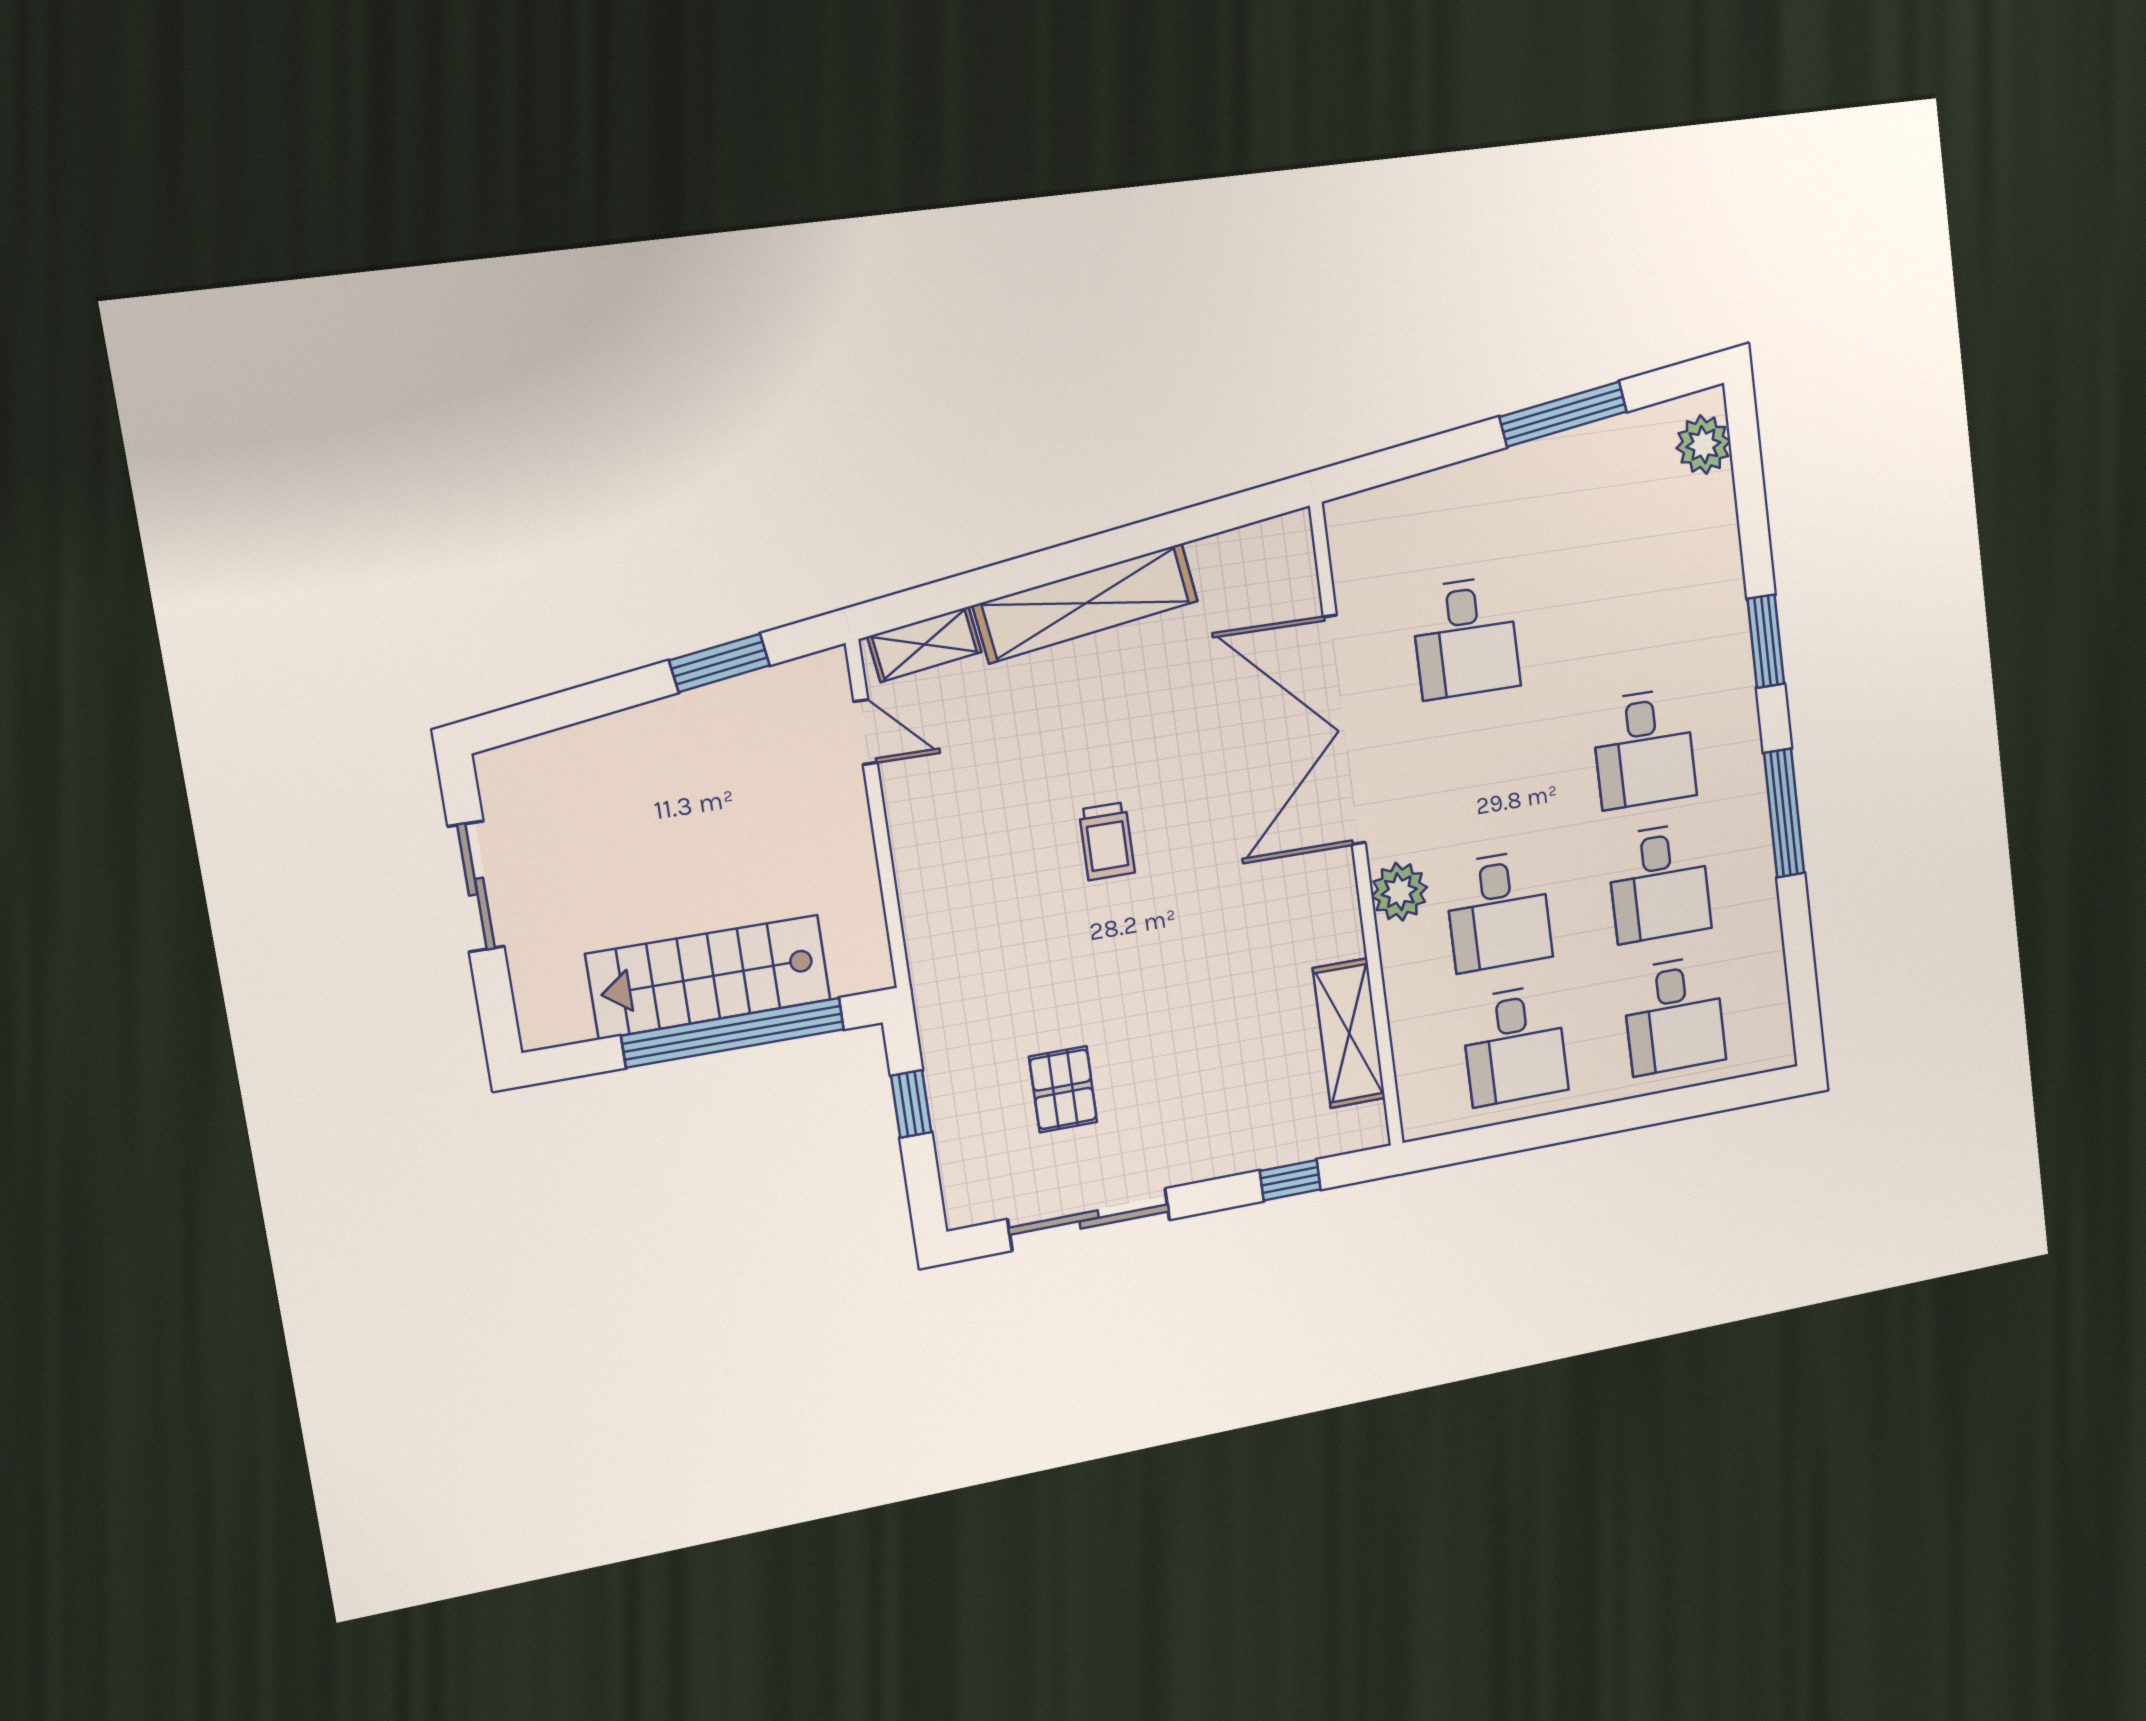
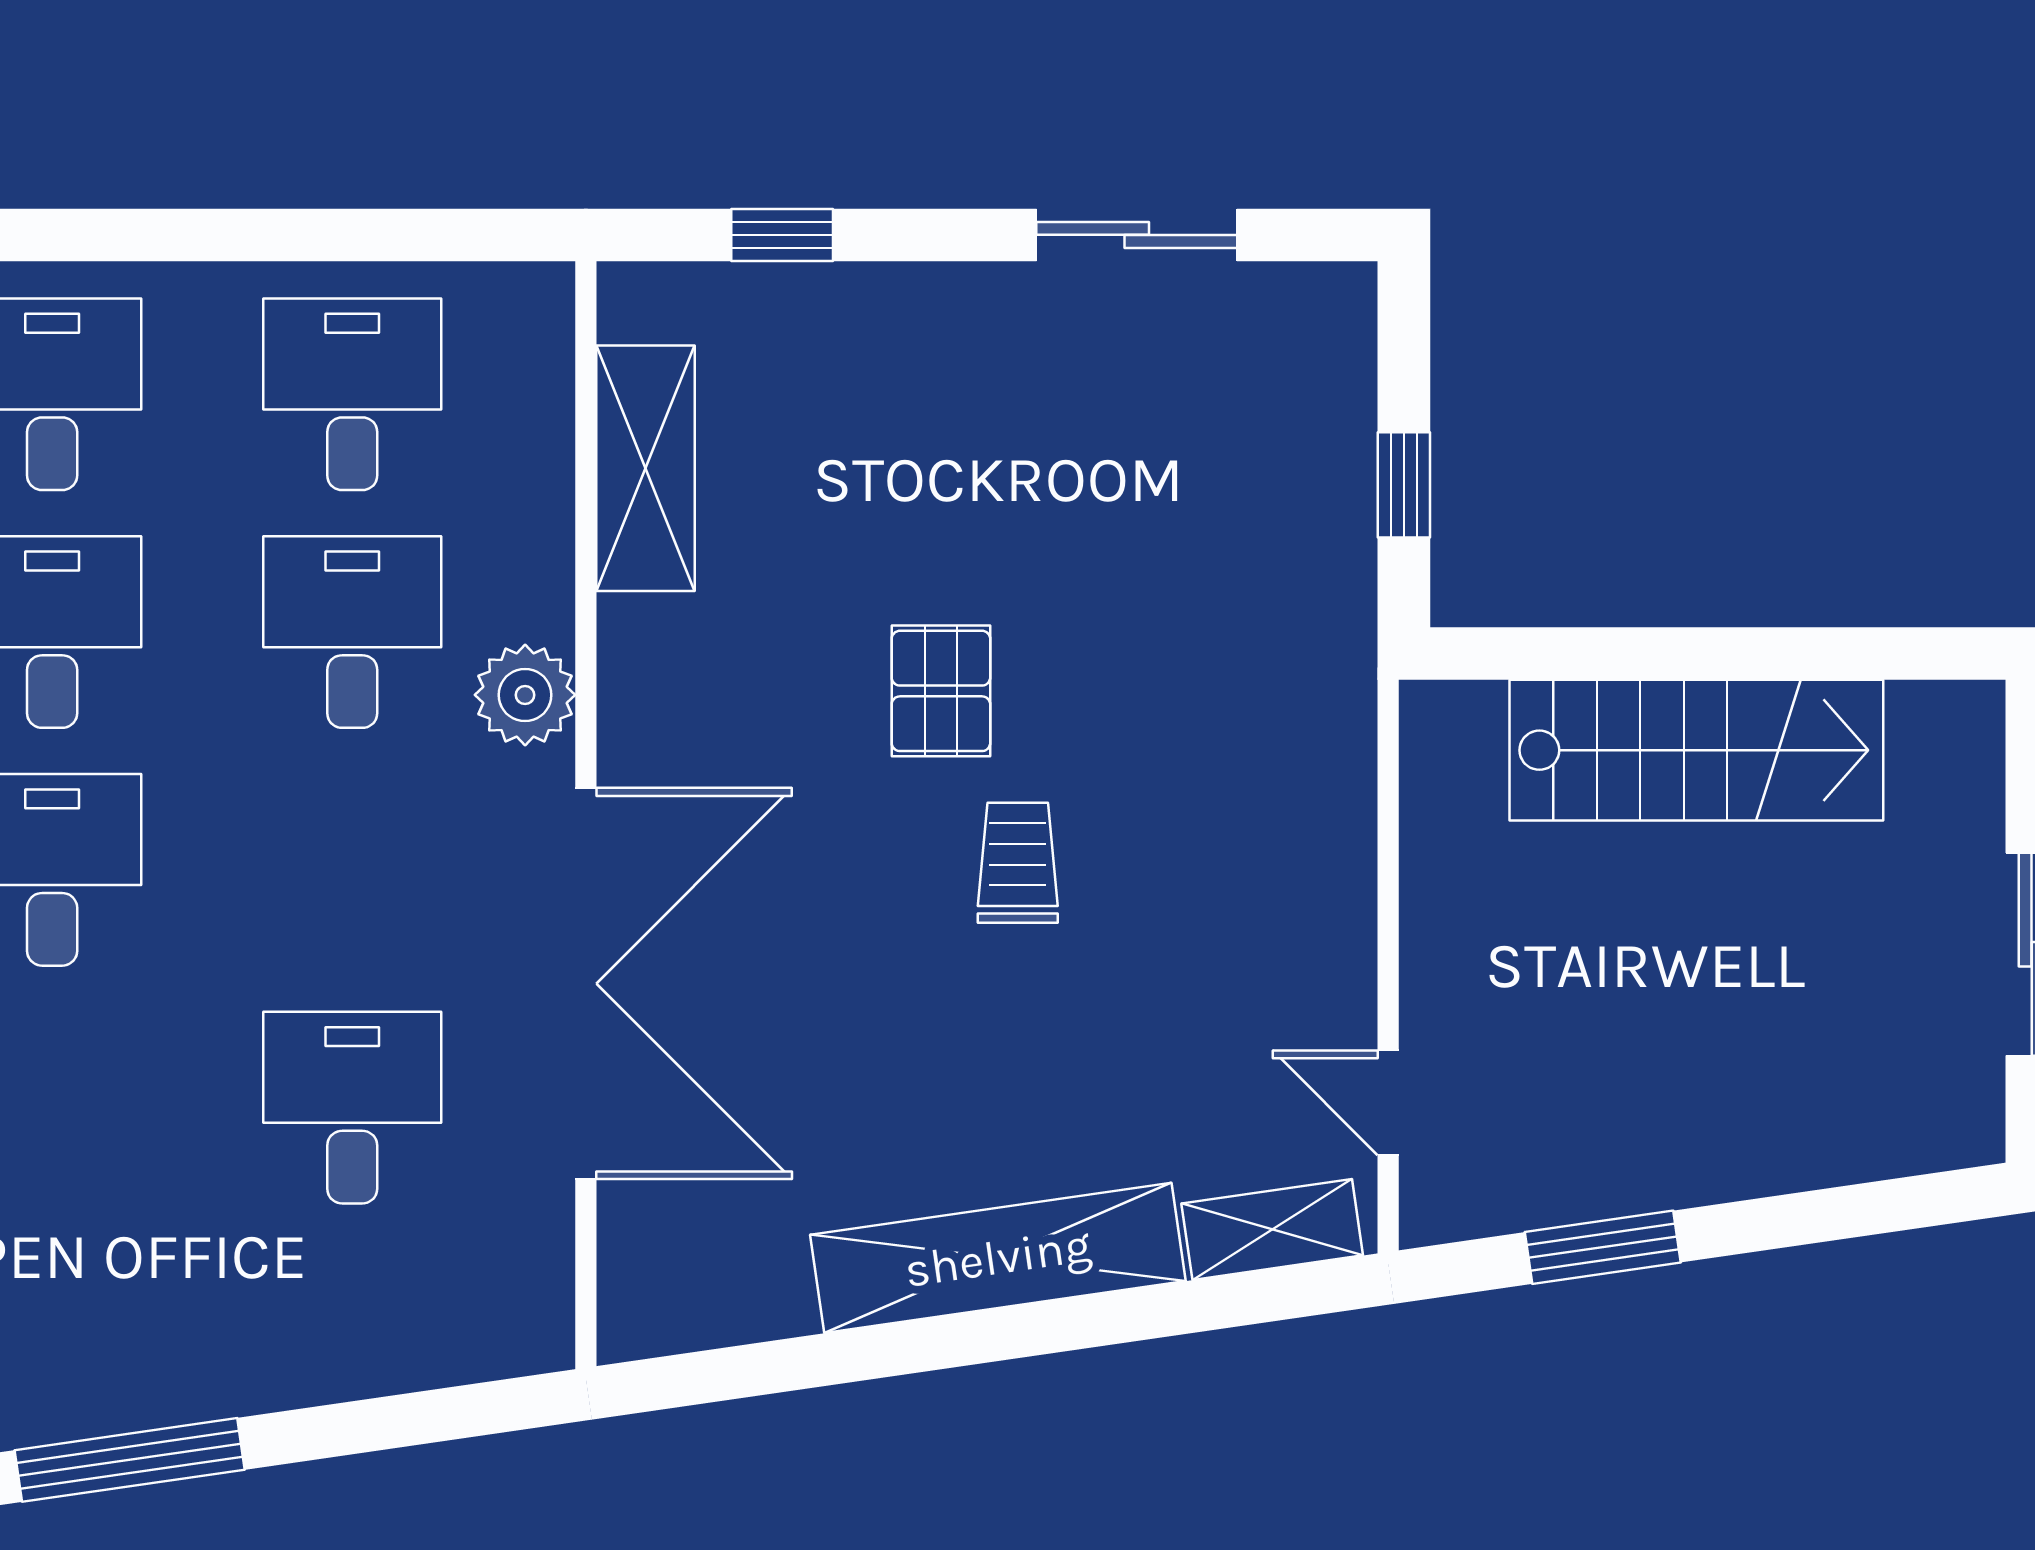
window: (733, 1033) -> (1672, 654), removed
pallet: (1063, 1089) -> (941, 691), moved
sliding door: (1089, 1220) -> (1137, 235), width x0.73

